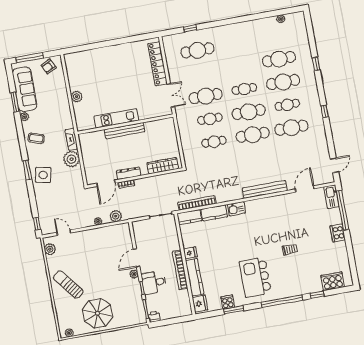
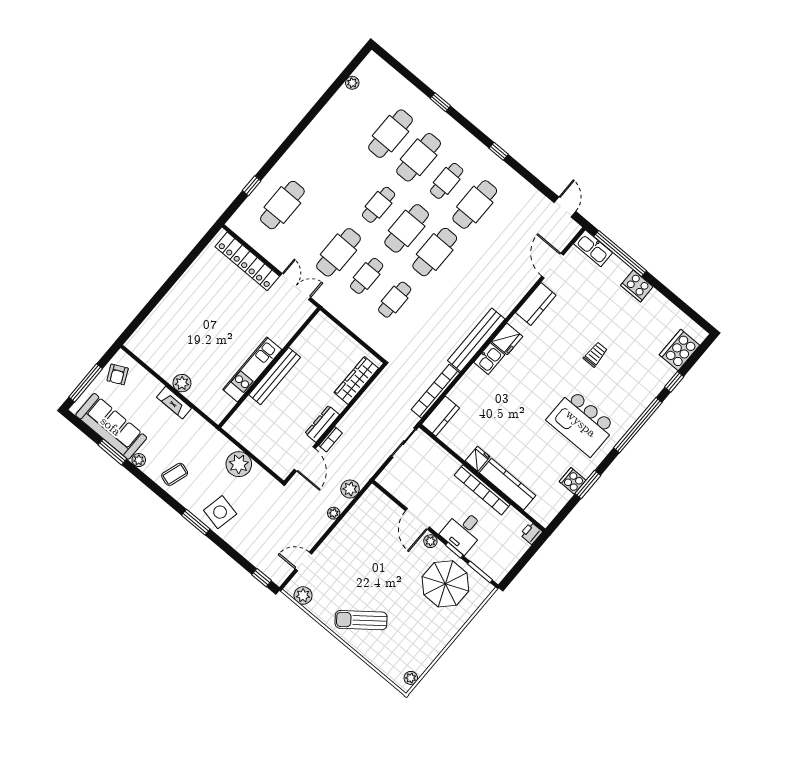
fireplace: (71, 139) -> (174, 403), moved
bench: (265, 189) -> (476, 340), moved
kitchen counter: (214, 213) -> (536, 304), moved
fridge: (200, 304) -> (507, 339), moved, turned 90
parasol: (97, 313) -> (445, 584), moved
printer: (154, 317) -> (531, 533), moved

